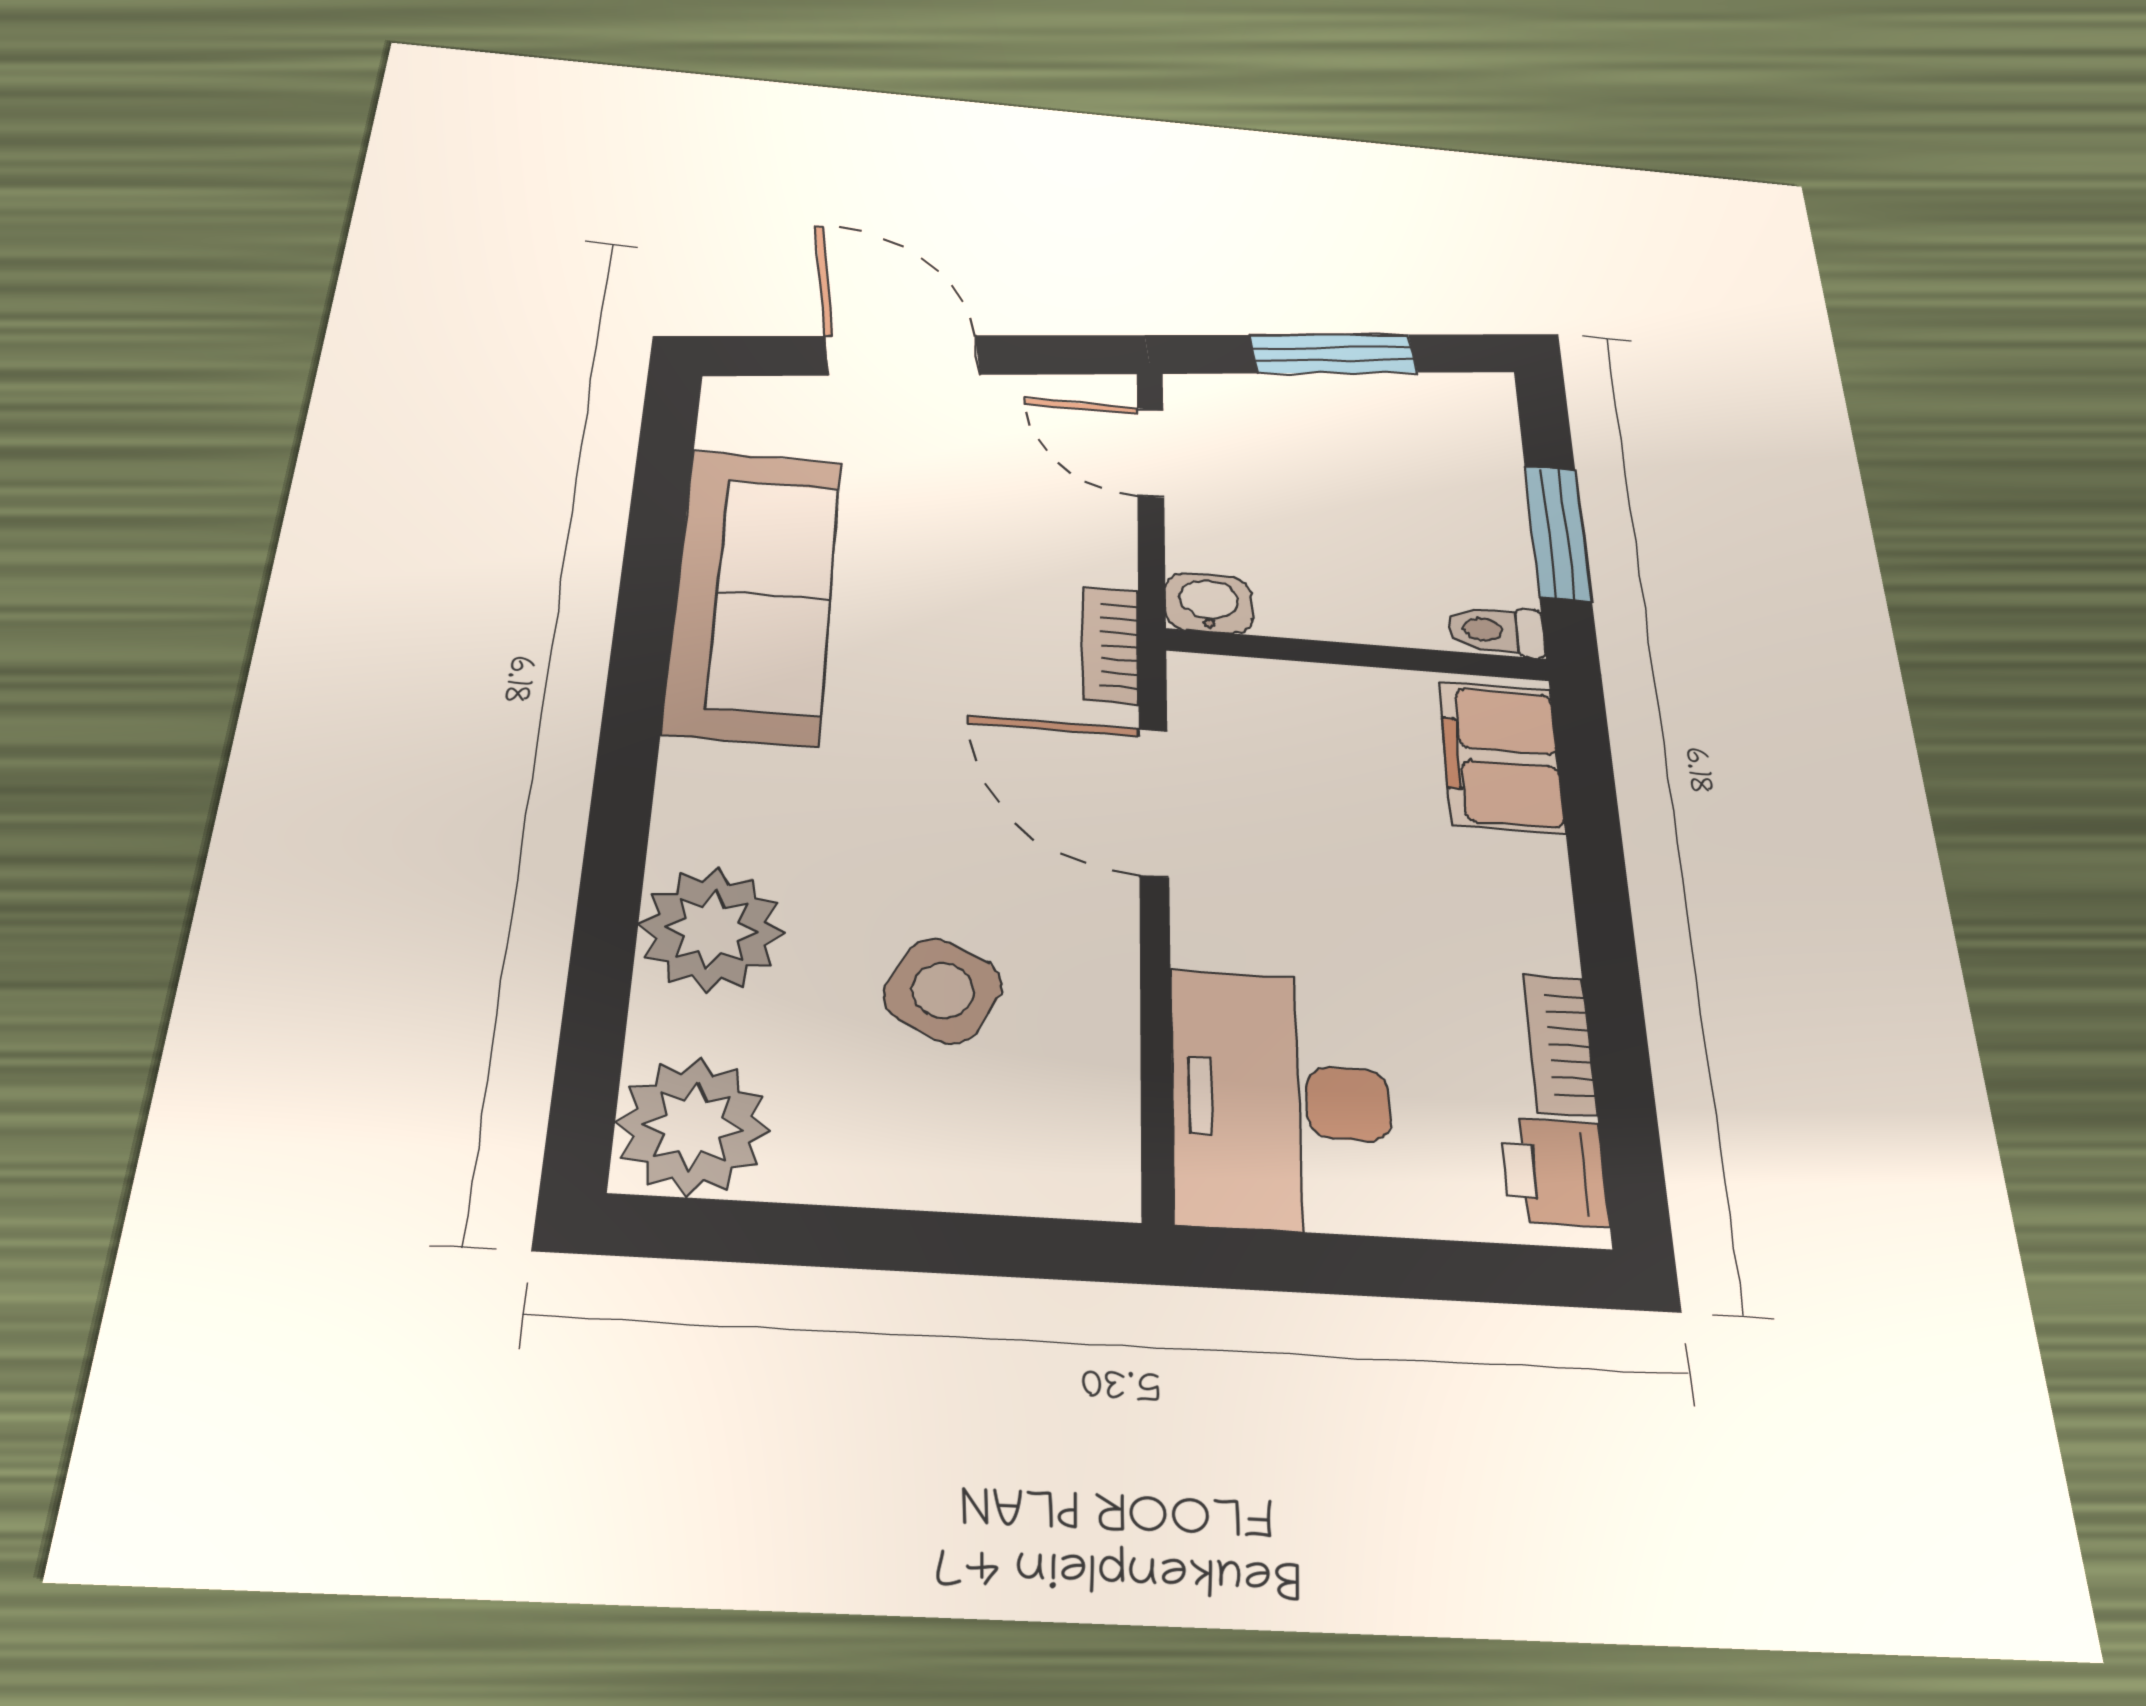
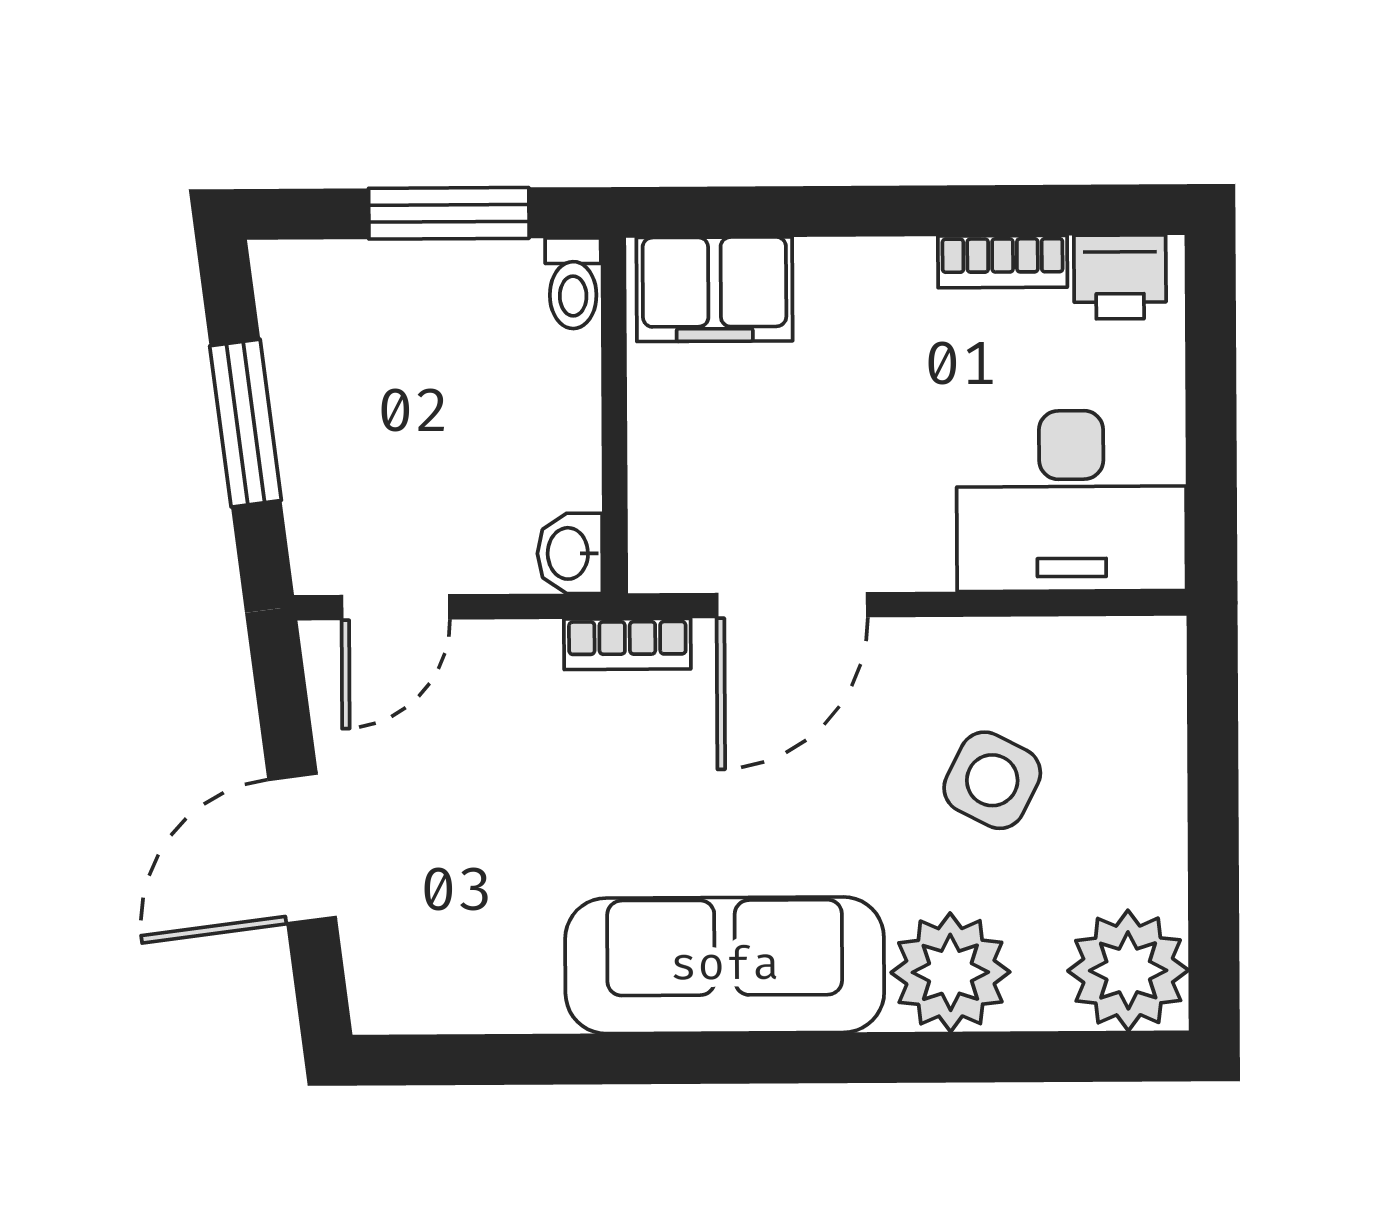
sofa: (754, 594) -> (725, 965), moved

